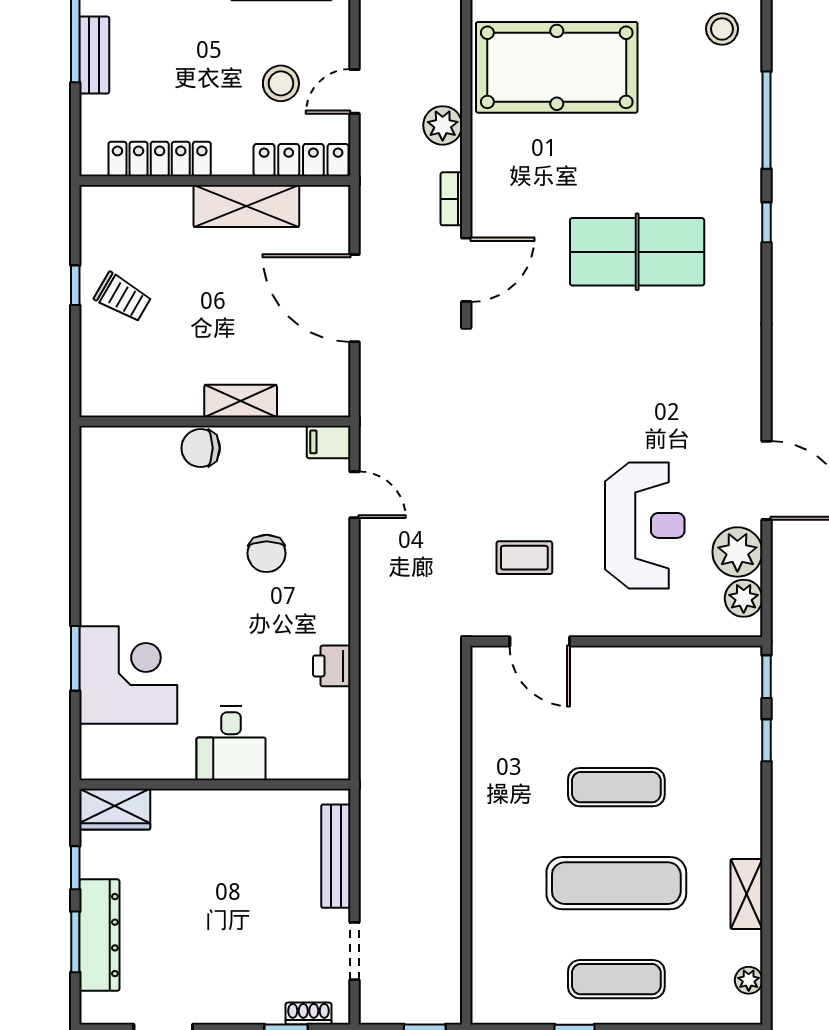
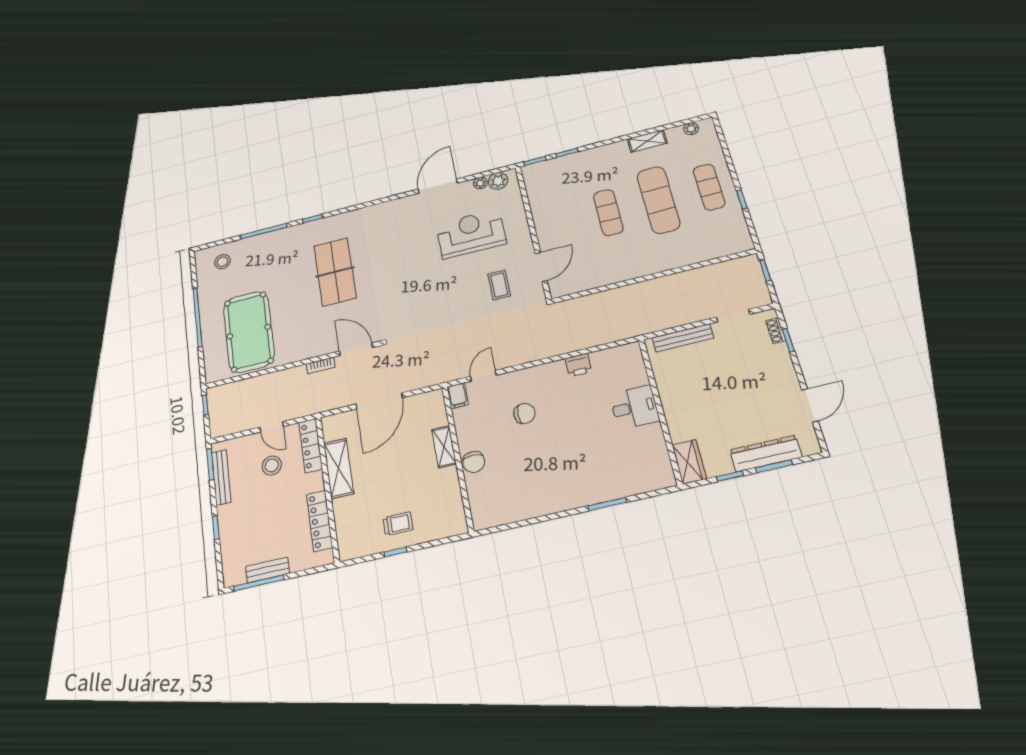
plant: (443, 125) -> (284, 379), removed
trolley: (123, 297) -> (398, 524), turned 60
plant: (737, 552) -> (480, 183), width x0.53, depth x0.53
corner desk: (128, 675) -> (610, 472), removed

